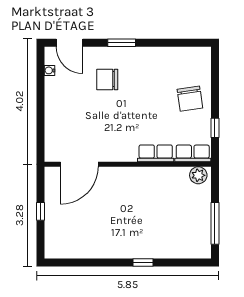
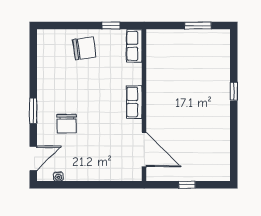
row of seats: (156, 153) -> (134, 102), moved
plant: (198, 175) -> (154, 41), removed
window: (215, 223) -> (198, 26), width x0.69

